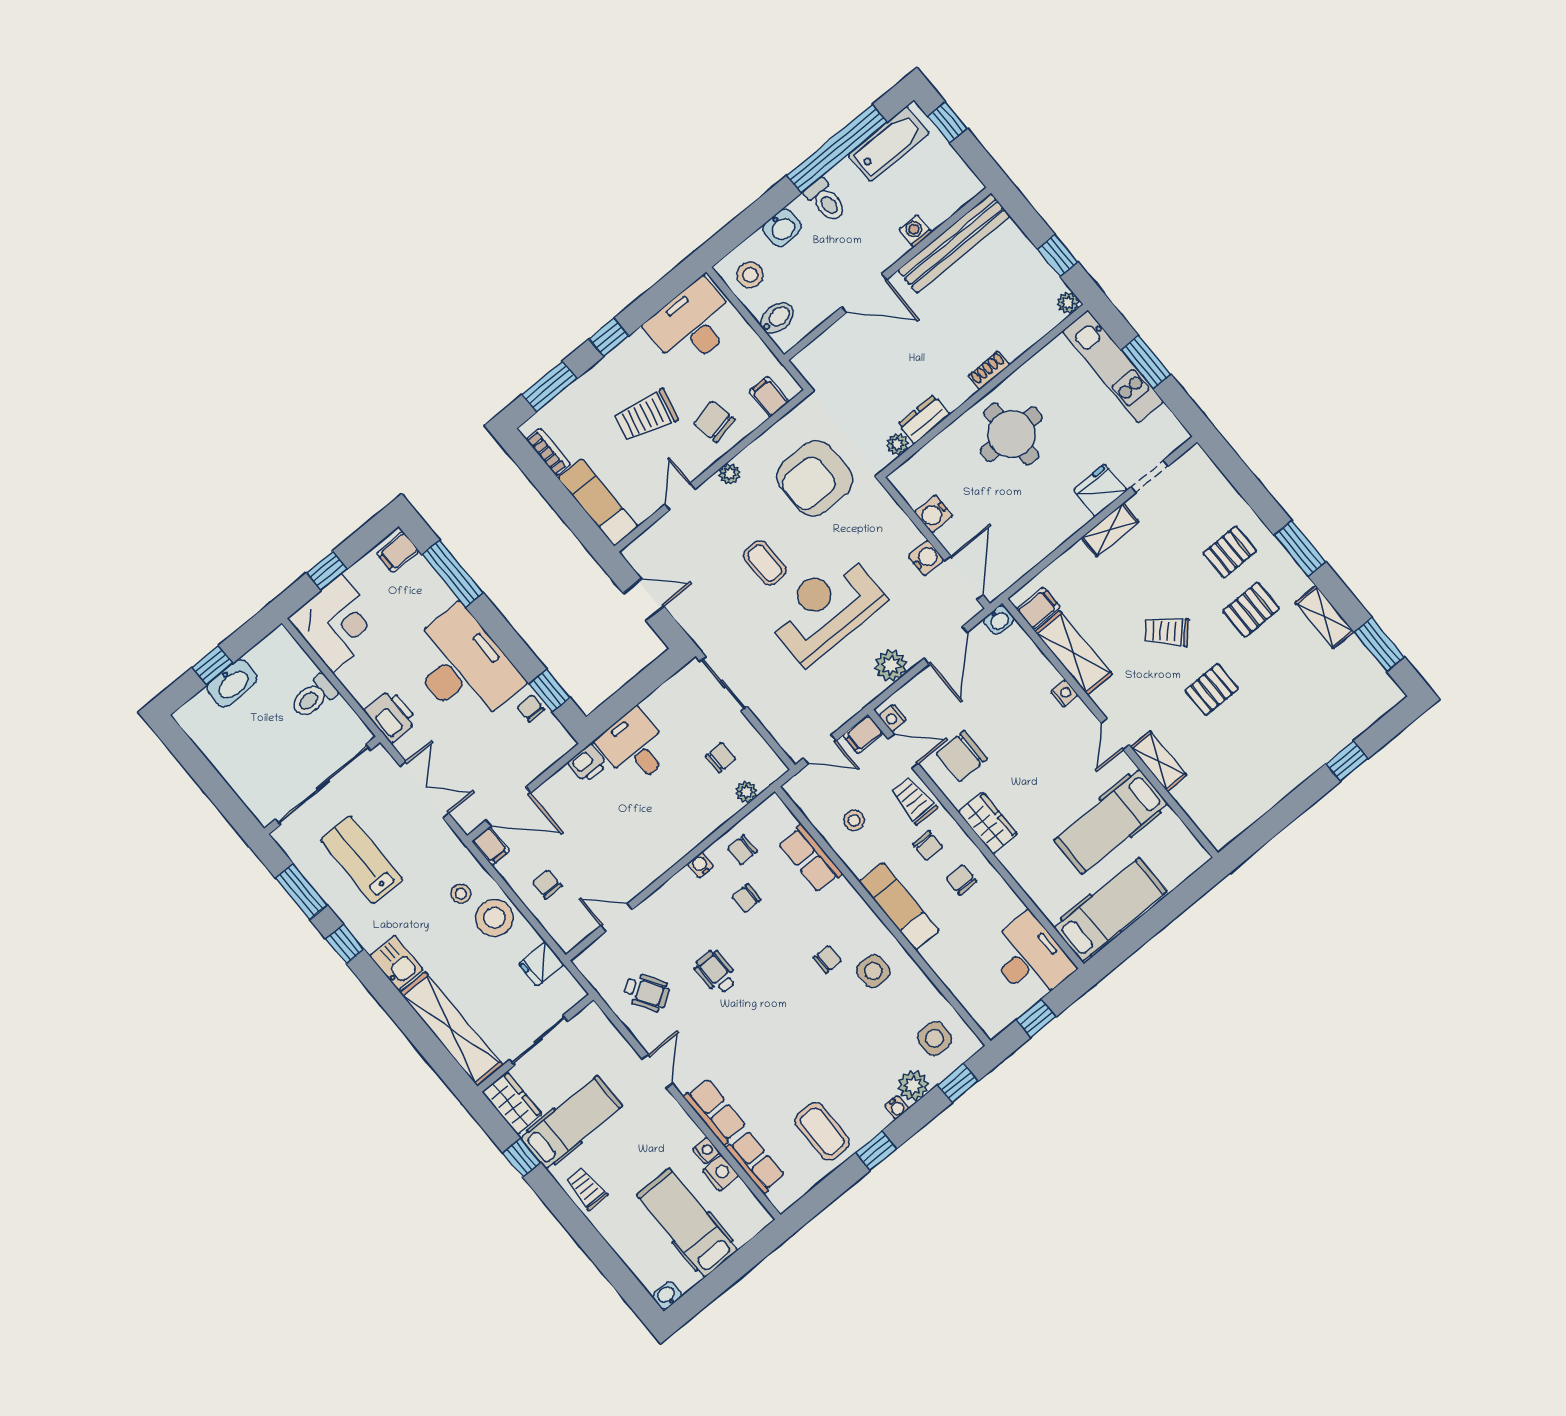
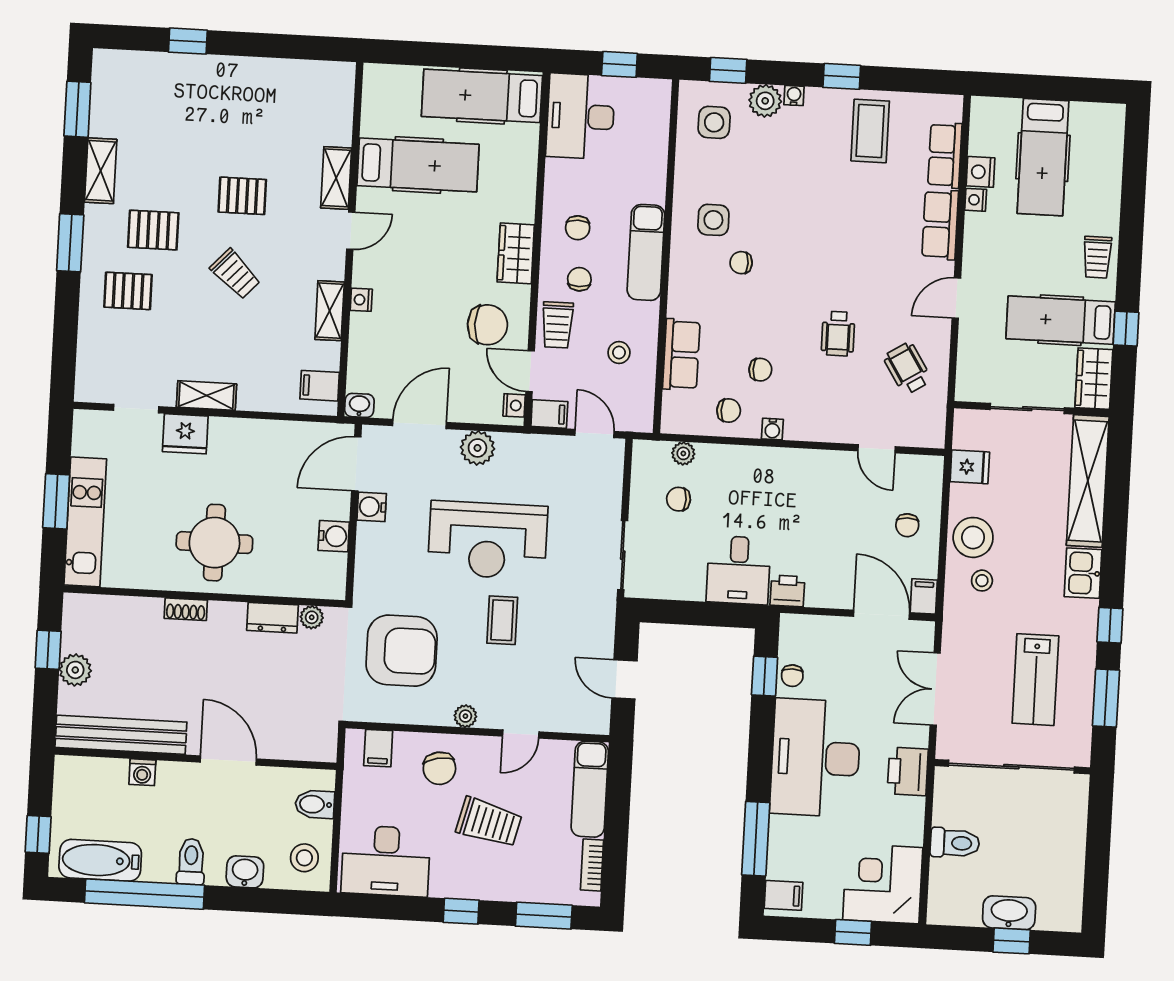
plant: (1068, 303) -> (75, 670), moved, width x1.38, depth x1.38
shelving: (1074, 653) -> (330, 311), width x0.67, depth x0.75
washbasin: (667, 1296) -> (1112, 114), removed

